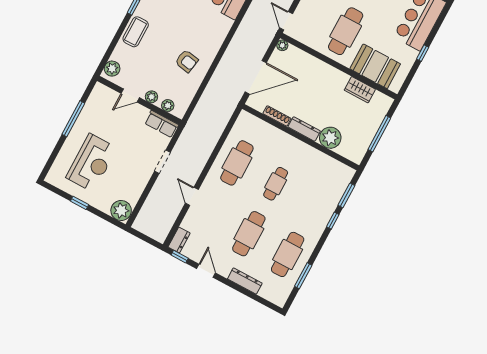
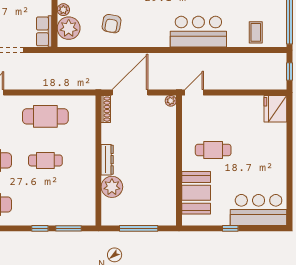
cafe table: (346, 31) -> (213, 150), width x0.73, depth x0.74
door: (256, 77) -> (130, 93), swing flipped
wardrobe: (360, 90) -> (168, 190), removed
plant: (168, 106) -> (69, 28), width x1.88, depth x1.88
shoe rack: (277, 116) -> (106, 109), moved

